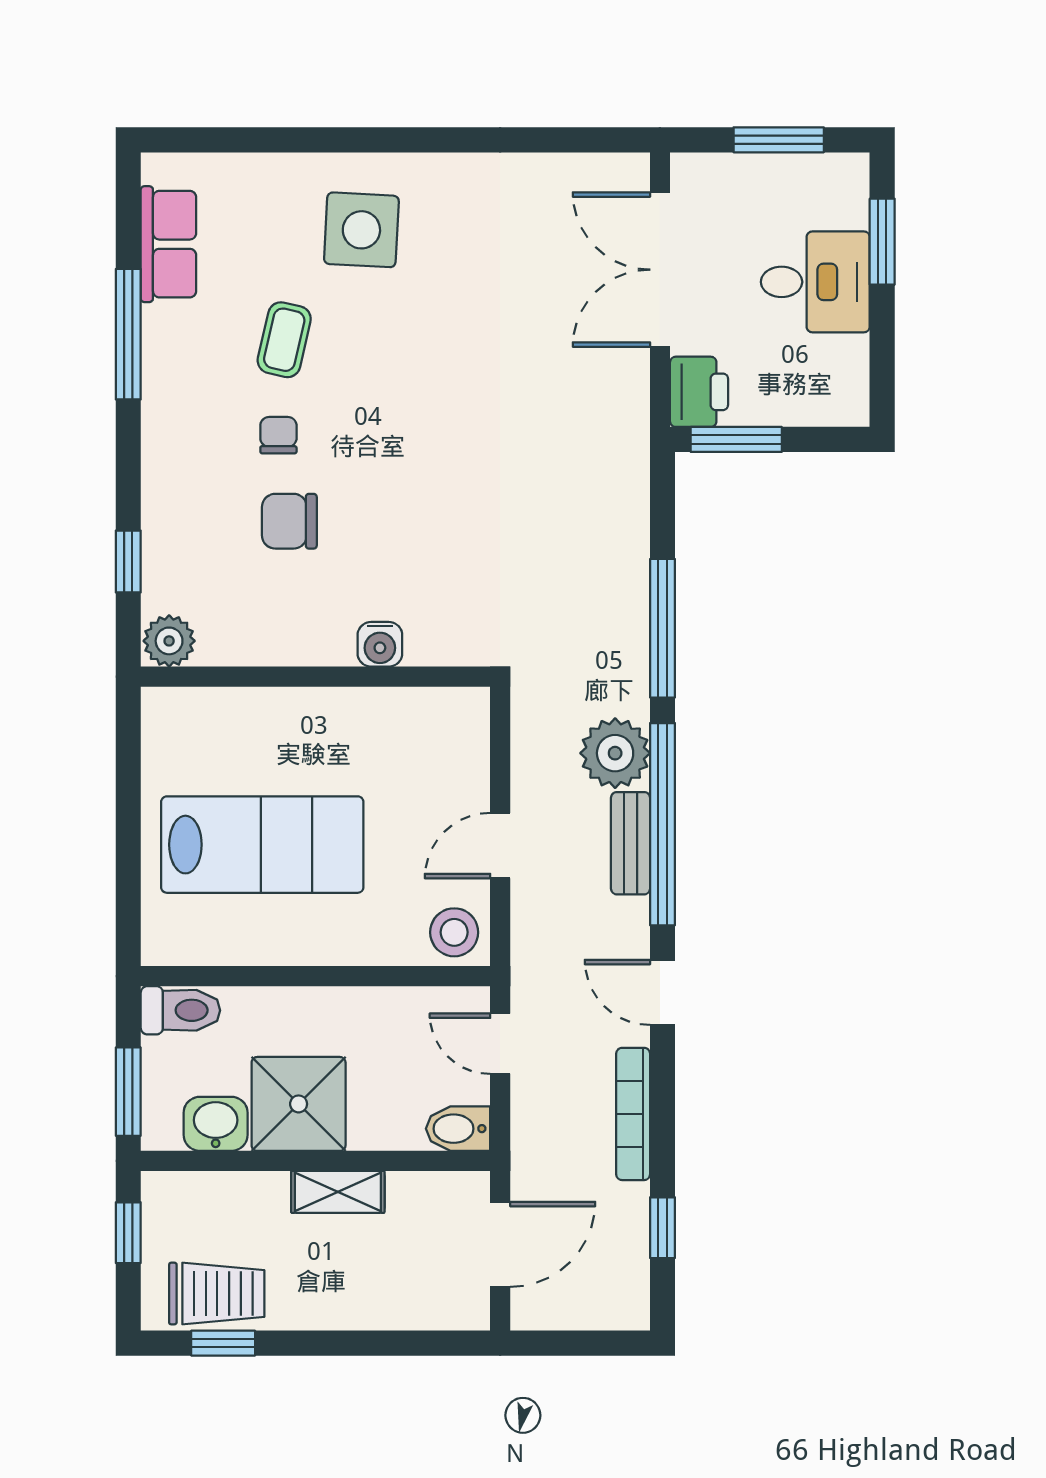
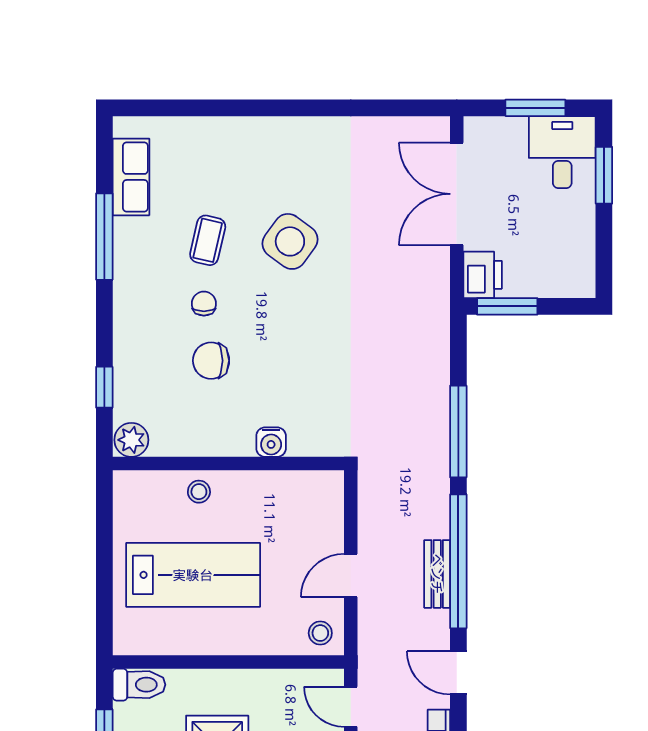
side table: (361, 230) -> (290, 241), moved, turned 33
desk: (815, 282) -> (562, 152), moved, turned -90
stool: (271, 719) -> (199, 492), added
plant: (615, 753) -> (427, 514), removed
stool: (454, 932) -> (320, 633), width x0.73, depth x0.73

